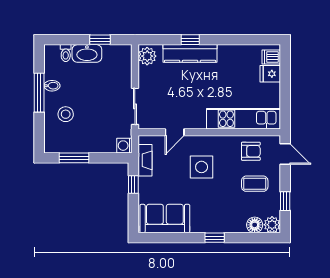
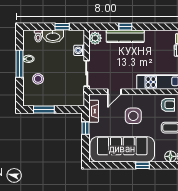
washing machine: (124, 146) -> (79, 50), moved
sofa: (165, 219) -> (122, 149), width x1.85, depth x1.27

